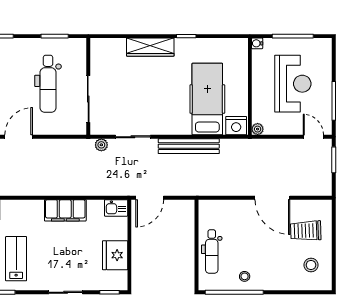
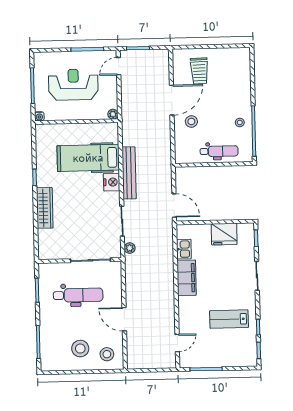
nightstand: (236, 126) -> (112, 182), moved
kitchen sink: (116, 208) -> (184, 249), moved
stool: (311, 265) -> (191, 121), moved

